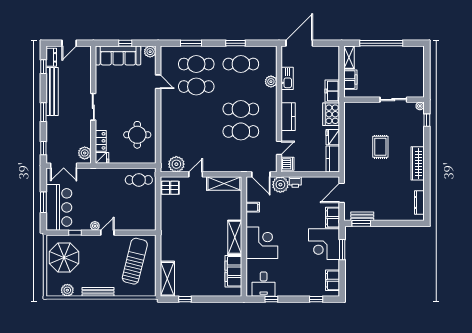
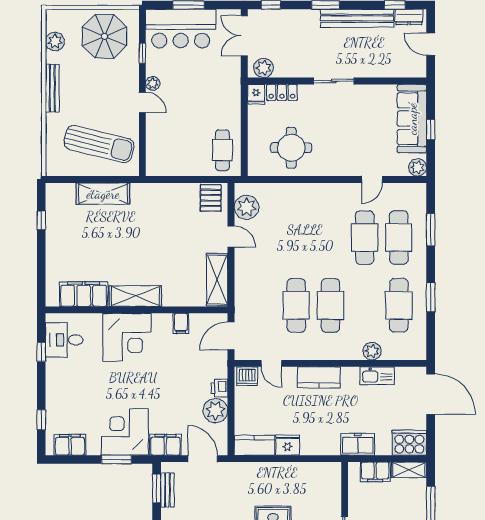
cooker: (331, 114) -> (409, 443), moved
plant: (280, 185) -> (215, 411), moved
shelving: (167, 279) -> (103, 194), moved

